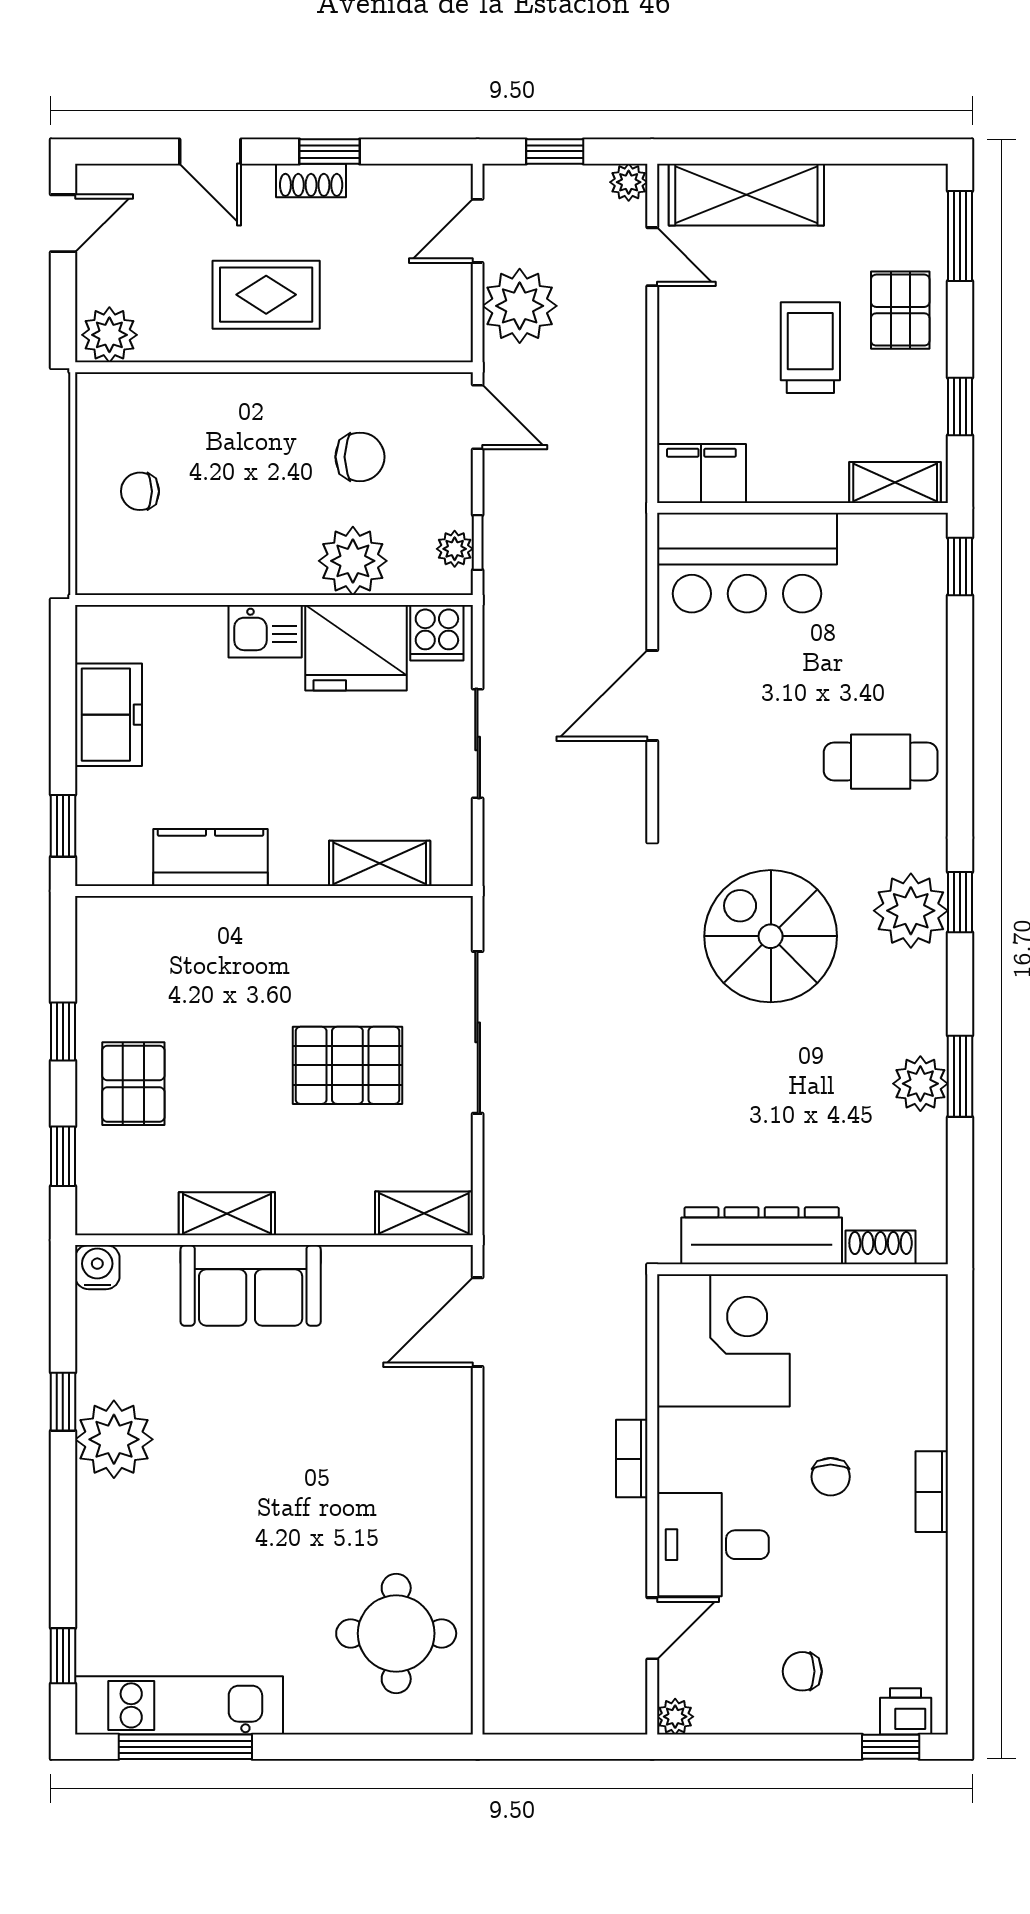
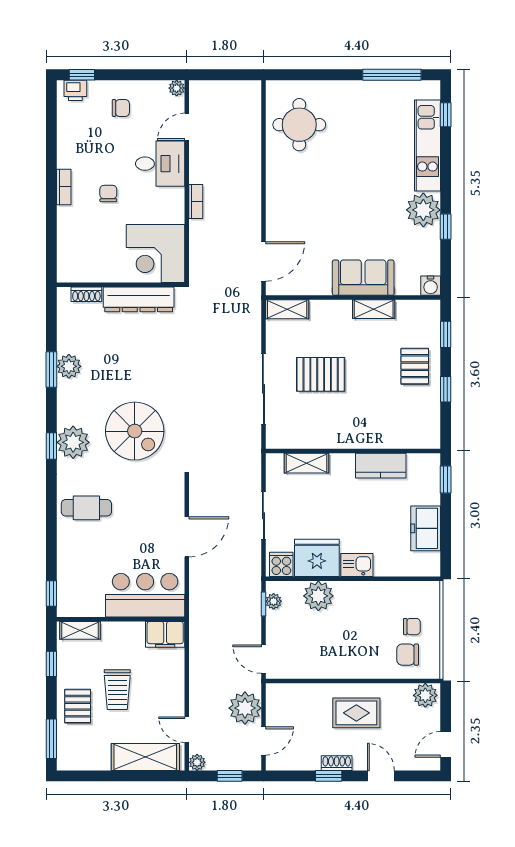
chair: (360, 457) -> (408, 655), moved
kitchen unit: (179, 1705) -> (427, 146), moved, turned 90

